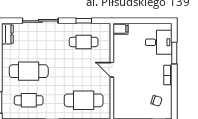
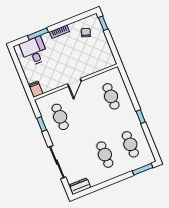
cafe table: (29, 71) -> (105, 155), width x0.73, depth x0.74
cafe table: (84, 100) -> (111, 96), width x0.73, depth x0.74

